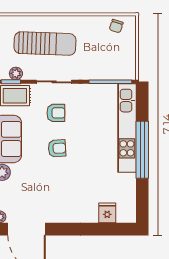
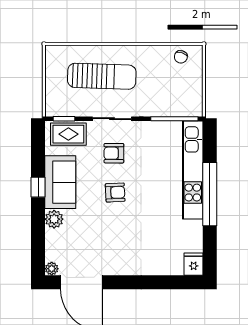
plant: (16, 73) -> (70, 109), removed
armchair: (56, 113) -> (114, 153), turned 180
fridge: (107, 213) -> (194, 264), moved

